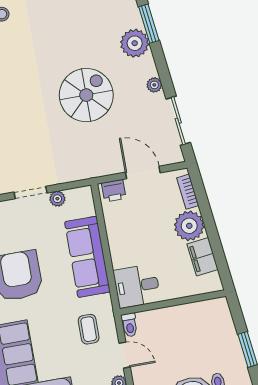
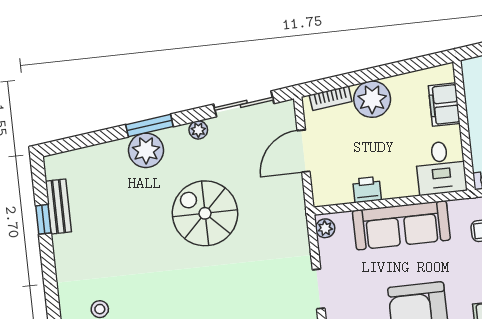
window: (149, 24) -> (149, 126), moved
printer: (114, 191) -> (367, 190), moved, turned -90
plant: (57, 199) -> (325, 228), moved
filing cabinet: (203, 257) -> (444, 105), moved, turned 97

